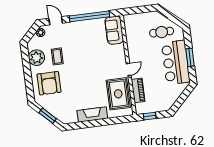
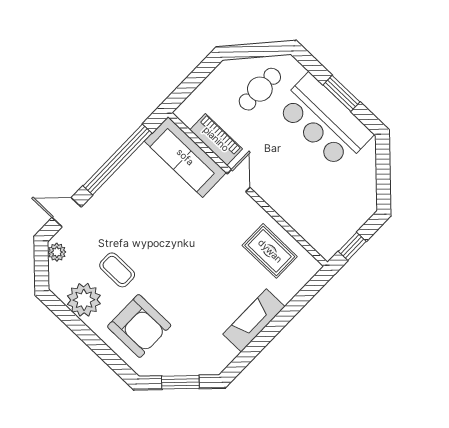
sofa: (114, 30) -> (185, 157), width x1.36
door: (129, 69) -> (239, 181), moved
piano: (138, 90) -> (216, 139), moved
rug: (118, 94) -> (270, 251), width x0.73, depth x0.70

